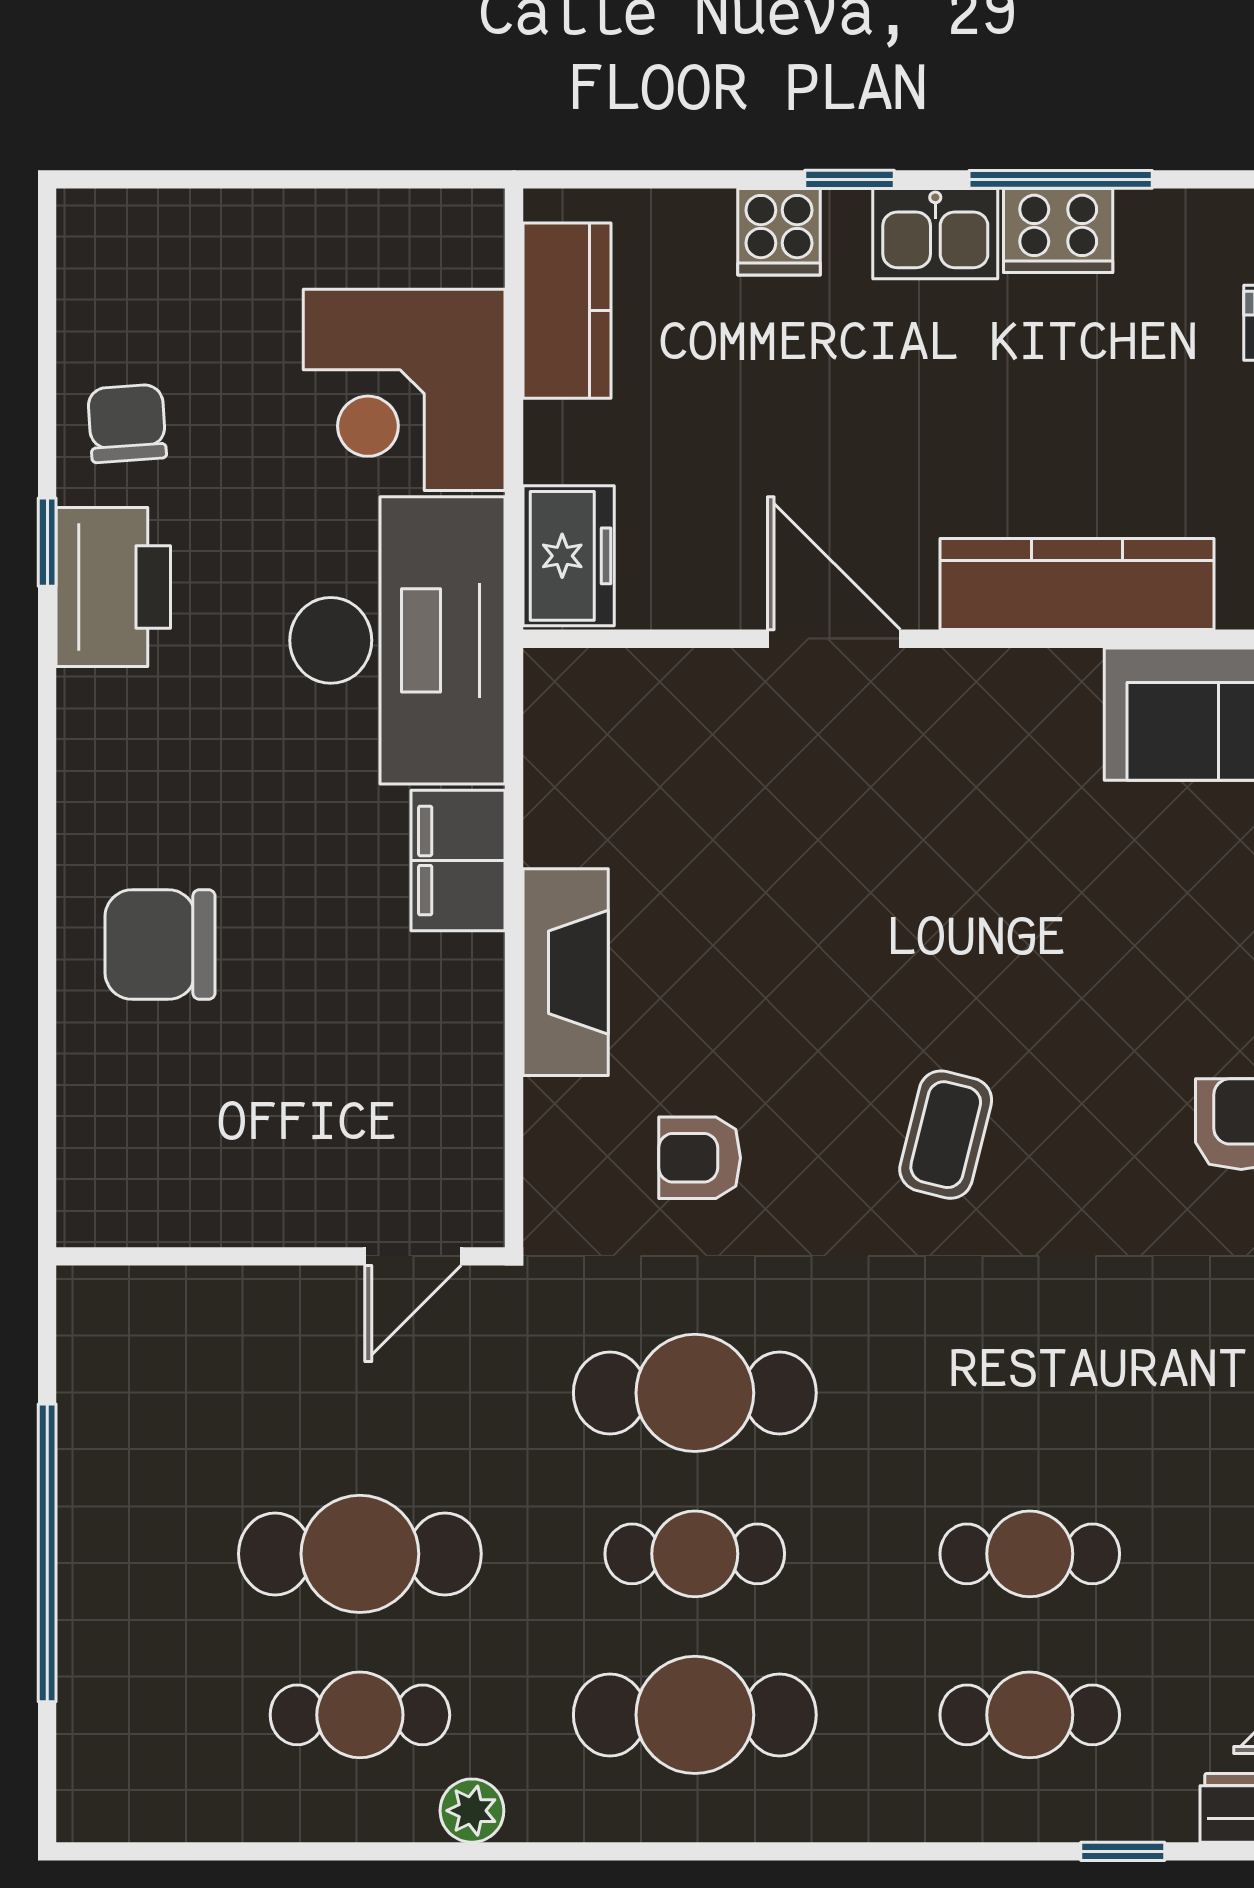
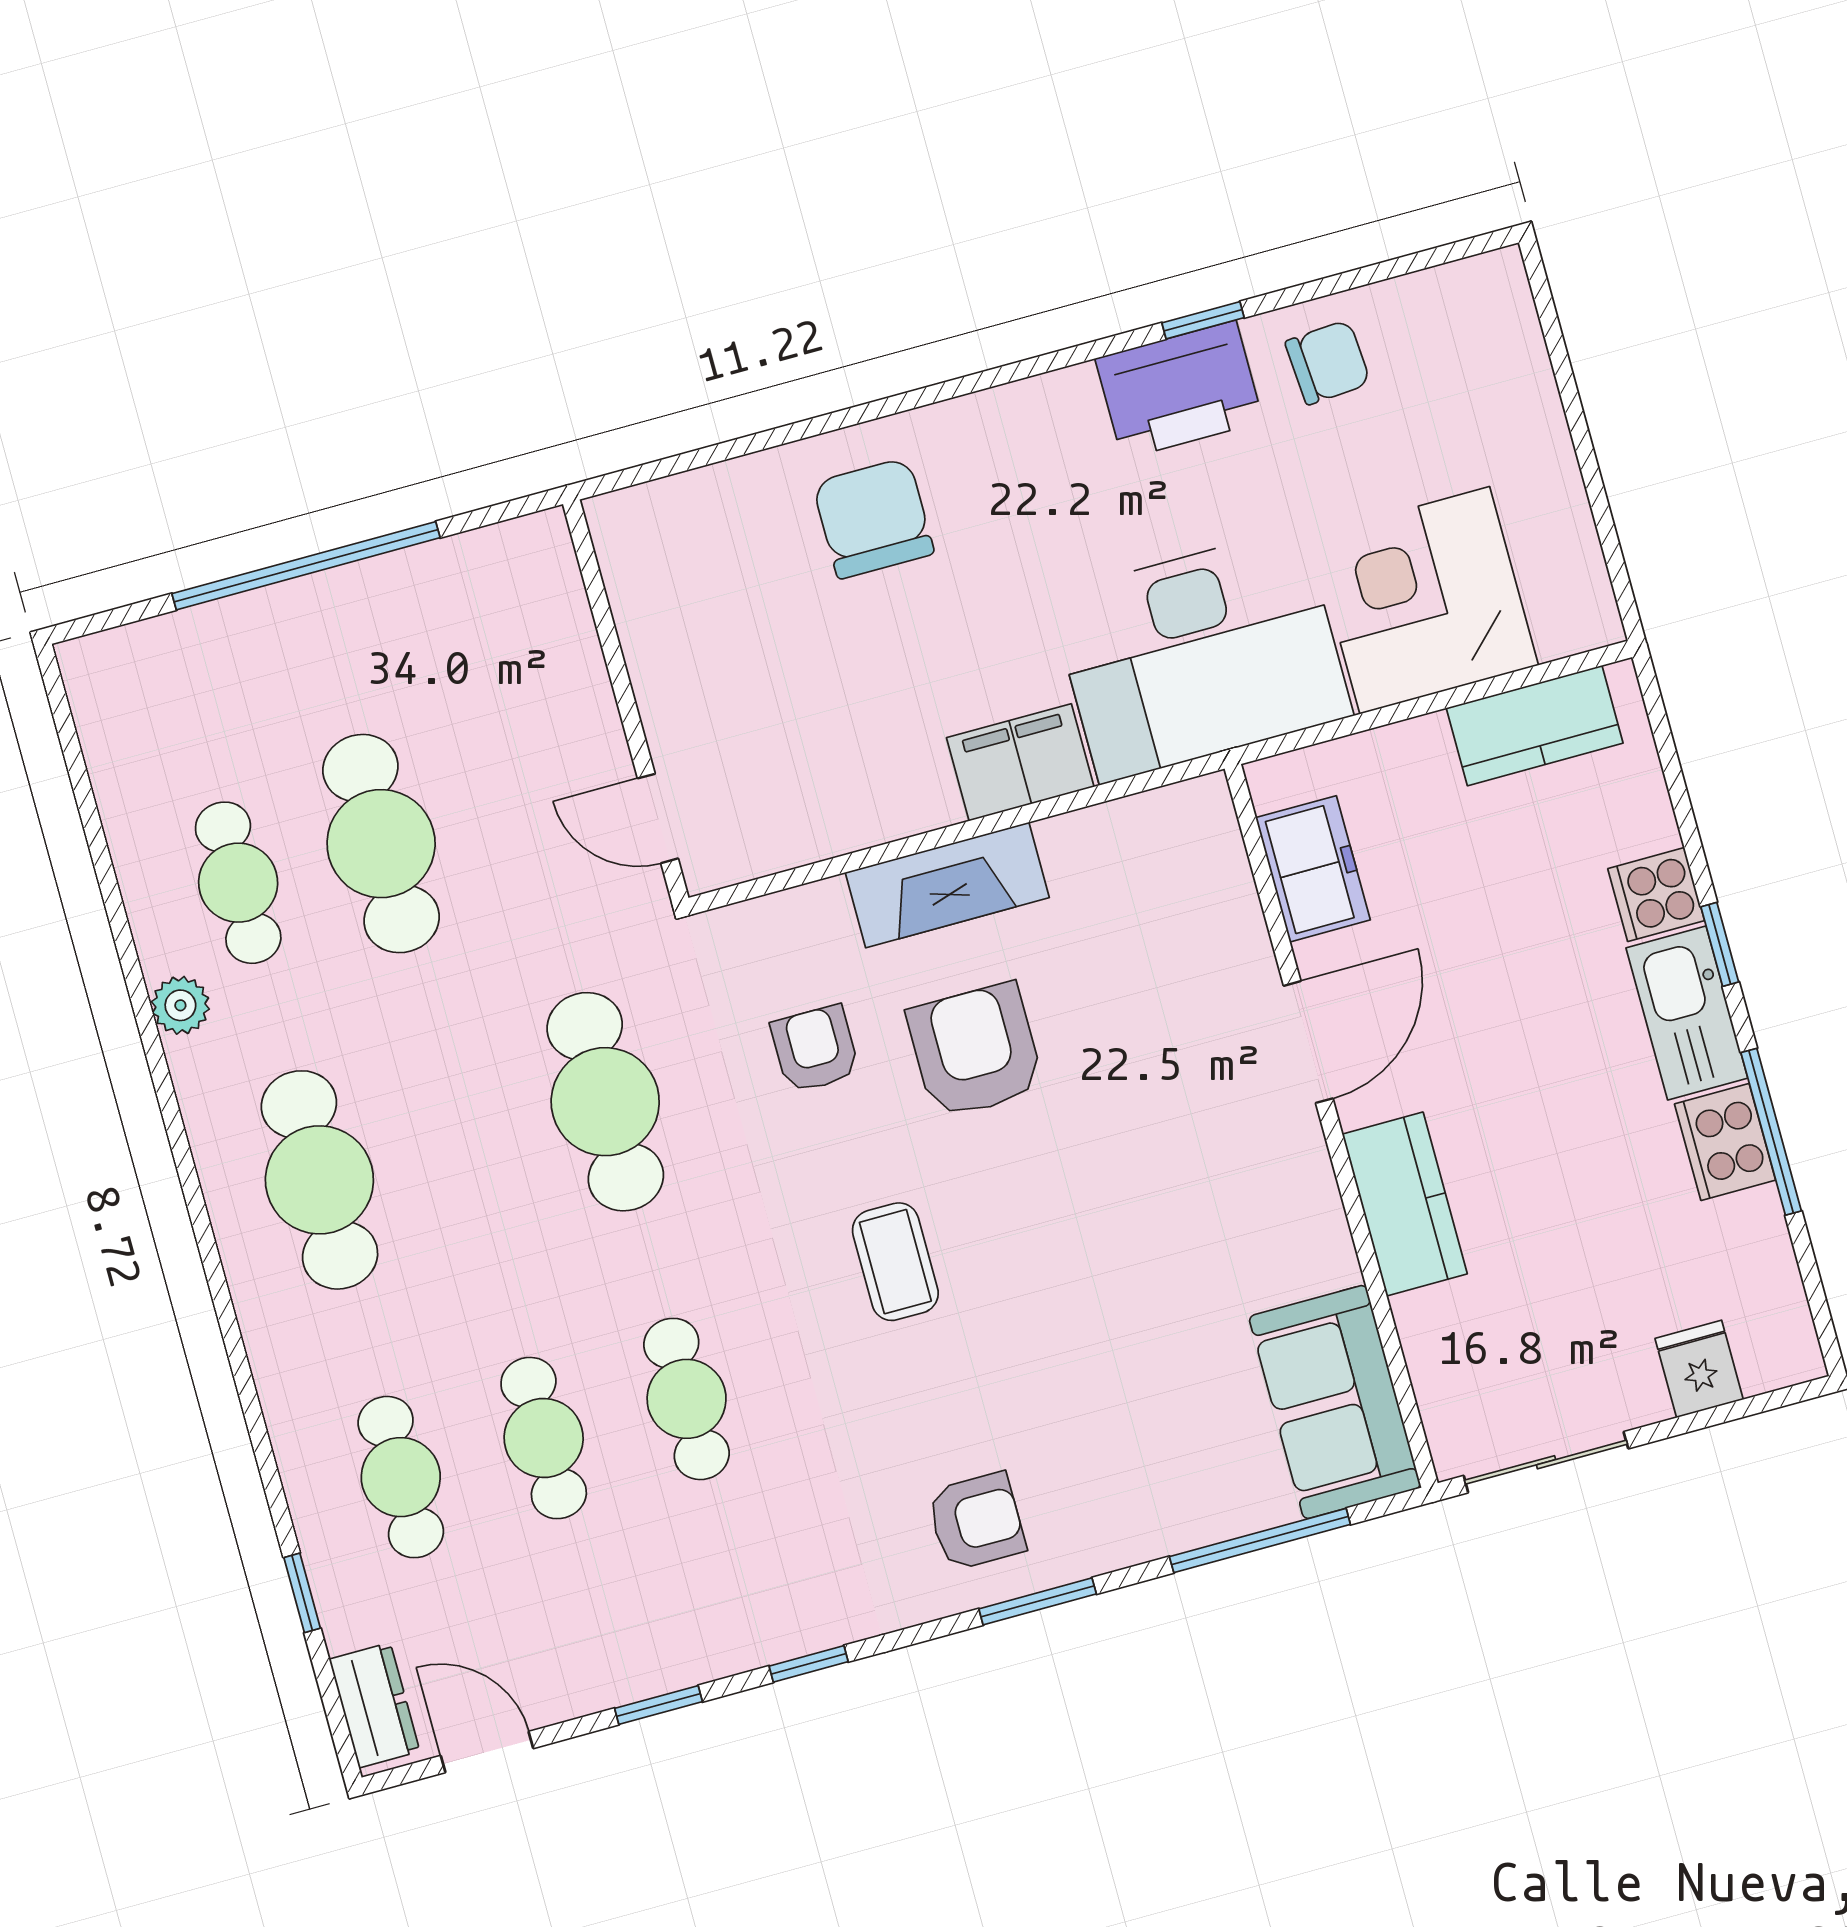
kitchen sink: (935, 234) -> (1687, 1013), width x1.38
freezer: (569, 556) -> (1313, 869), moved, turned -90
kitchen counter: (1077, 584) -> (1405, 1204), width x0.67
armchair: (747, 990) -> (975, 1051), added
coffee table: (946, 1135) -> (895, 1262), turned 76
cafe table: (695, 1554) -> (687, 1399), moved

